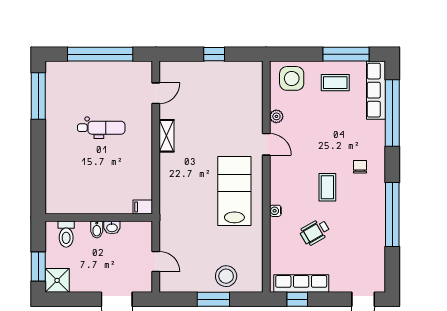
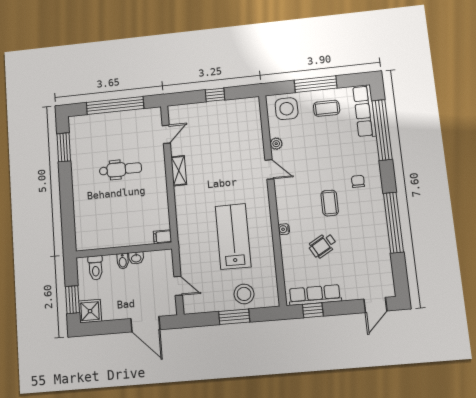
window: (346, 54) -> (316, 84), moved
window: (38, 96) -> (64, 147), width x0.69
lab bench: (234, 191) -> (233, 236), moved

